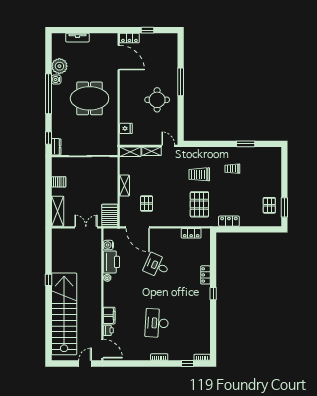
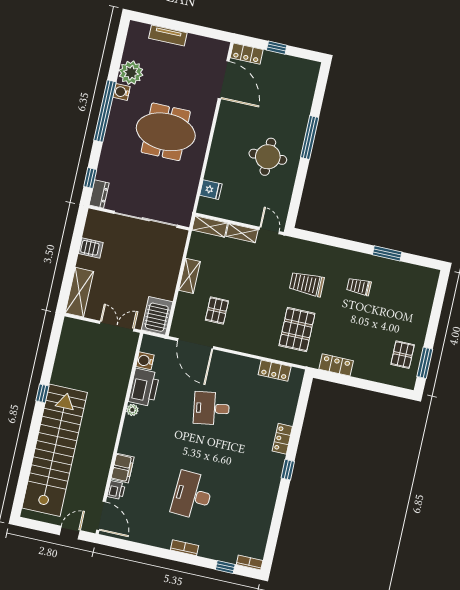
desk: (157, 266) -> (212, 408), turned -33

